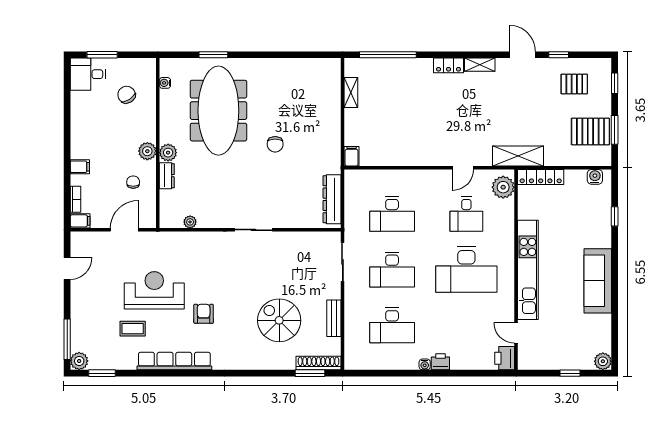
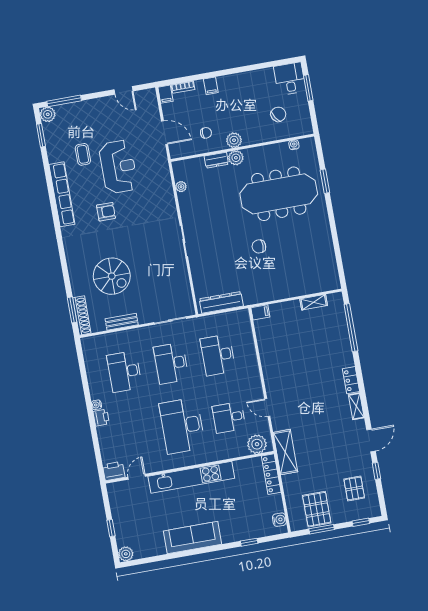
spiral stairs: (279, 320) -> (112, 276), turned 90

